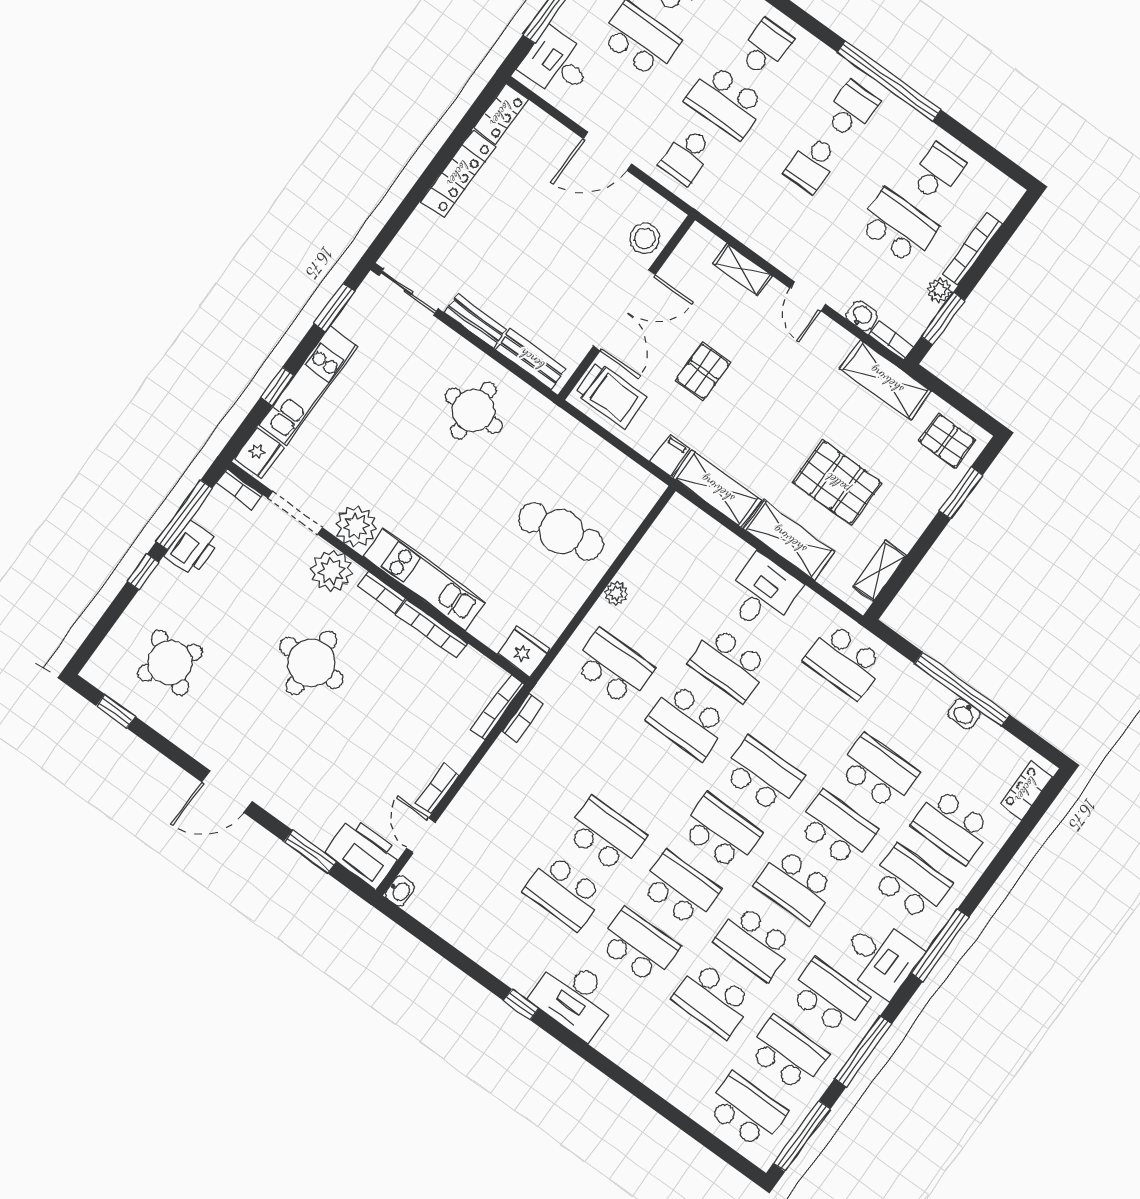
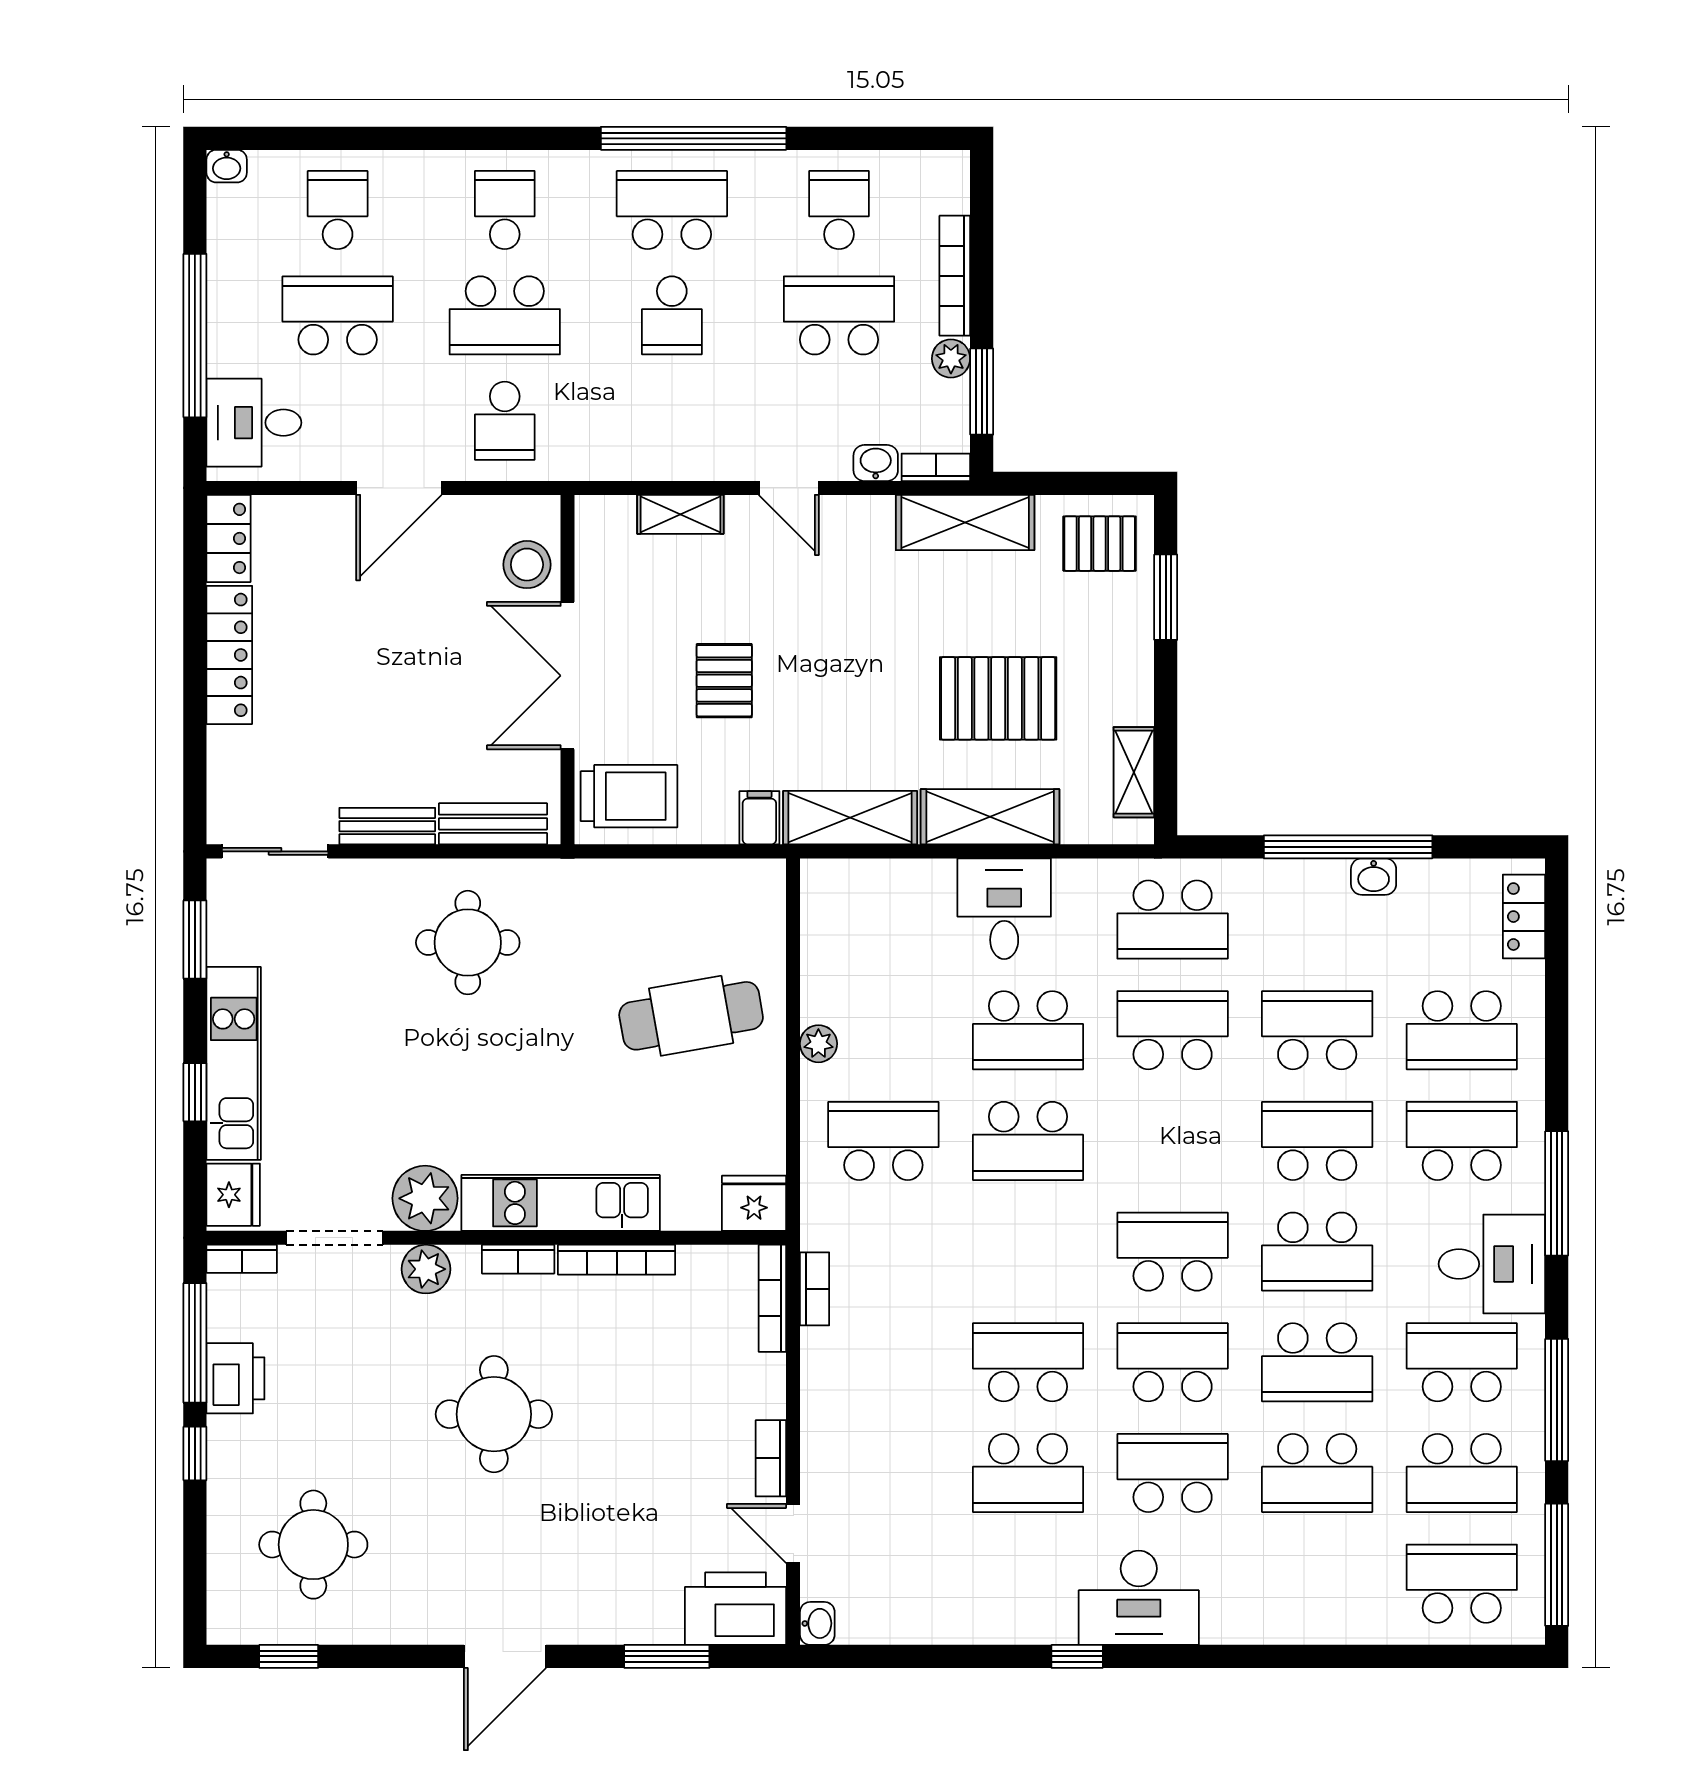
school desk: (851, 110) -> (672, 210), width x1.85
double door: (624, 311) -> (568, 676), swing flipped
plant: (332, 571) -> (426, 1269), width x0.73, depth x0.73
round table: (170, 663) -> (313, 1545), turned -31
school desk: (762, 775) -> (1173, 1030), moved
school desk: (787, 1053) -> (1462, 1473), turned 180

